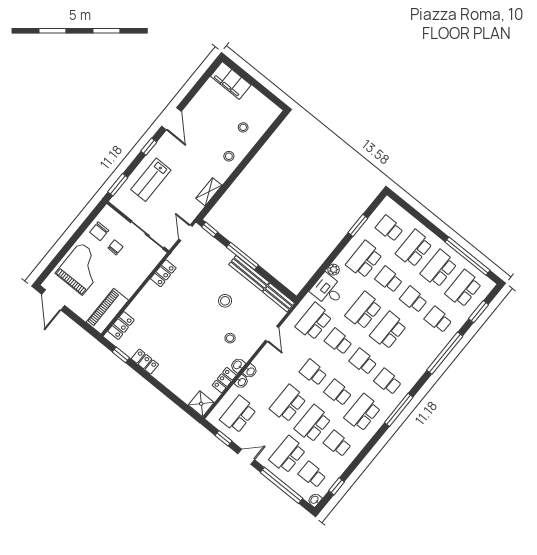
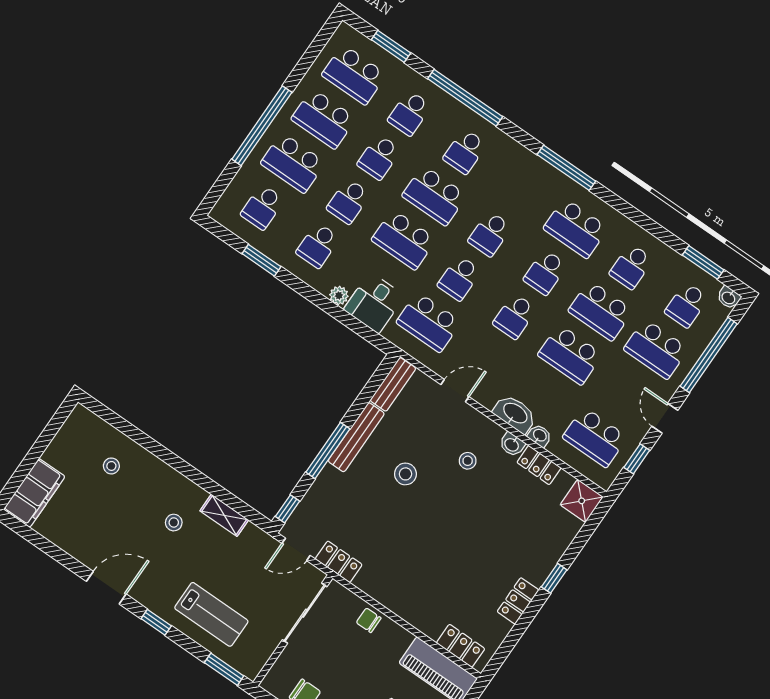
stool: (229, 156) -> (174, 523), moved
chair: (115, 247) -> (369, 620), moved
window: (467, 256) -> (262, 126), moved
school desk: (364, 259) -> (318, 245), width x0.54
locker: (163, 273) -> (339, 562), moved
window: (121, 355) -> (554, 578), moved
washbasin: (250, 371) -> (515, 414), width x1.91, depth x1.45
school desk: (388, 382) -> (465, 151), moved
window: (337, 486) -> (703, 262), width x1.50

